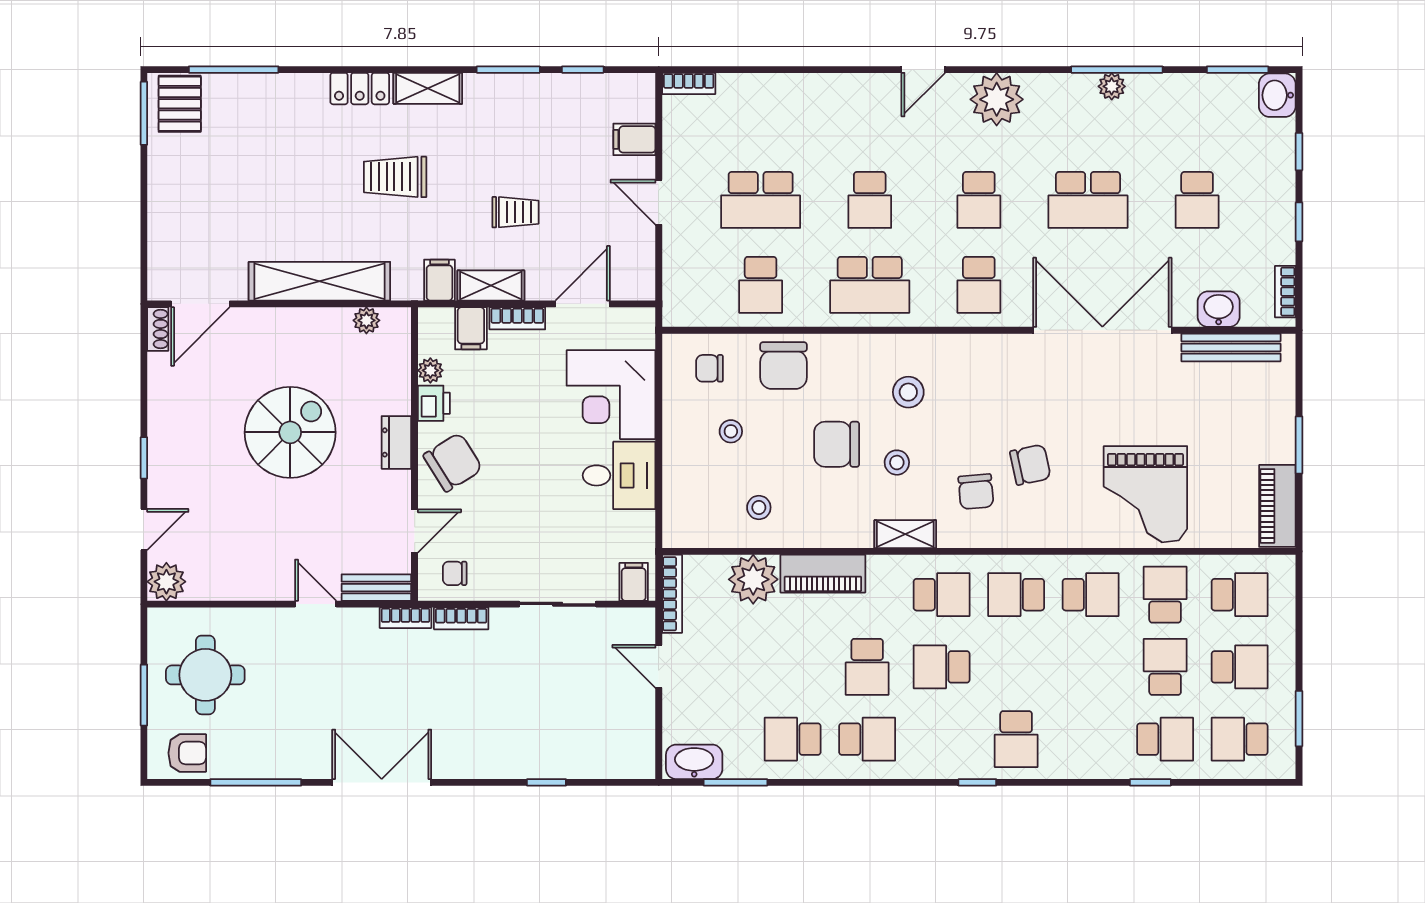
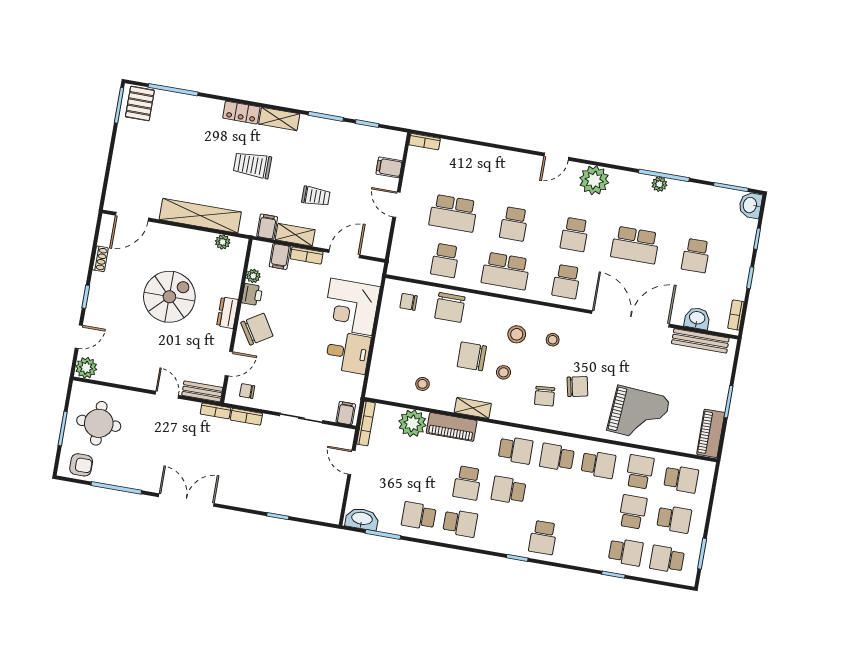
shoe rack: (158, 329) -> (100, 259), moved
stool: (731, 431) -> (553, 340), moved
grand piano: (1145, 494) -> (639, 414), turned -86
shelving: (905, 534) -> (473, 408), moved

